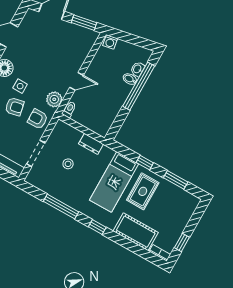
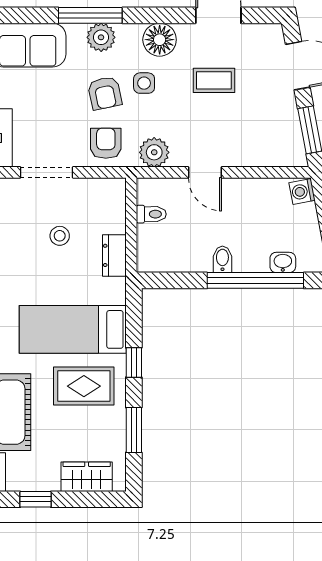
coffee table: (37, 54) -> (214, 80), added
bidet: (130, 79) -> (222, 259), moved
toilet: (69, 109) -> (151, 214), moved
wardrobe: (185, 213) -> (87, 477), added

